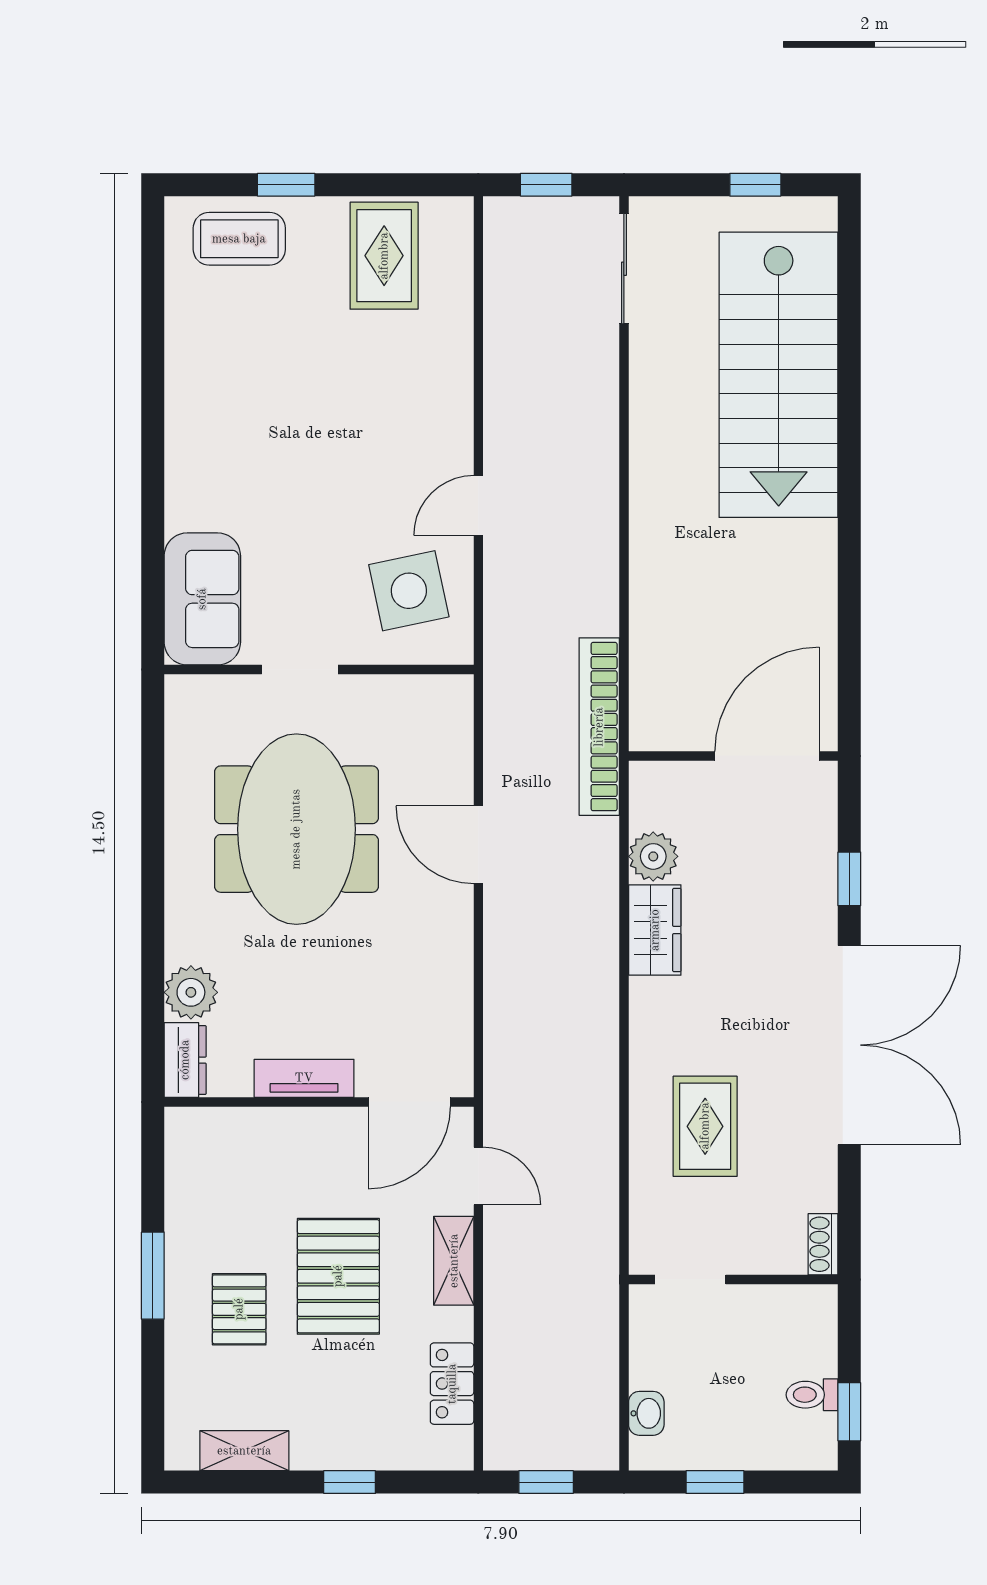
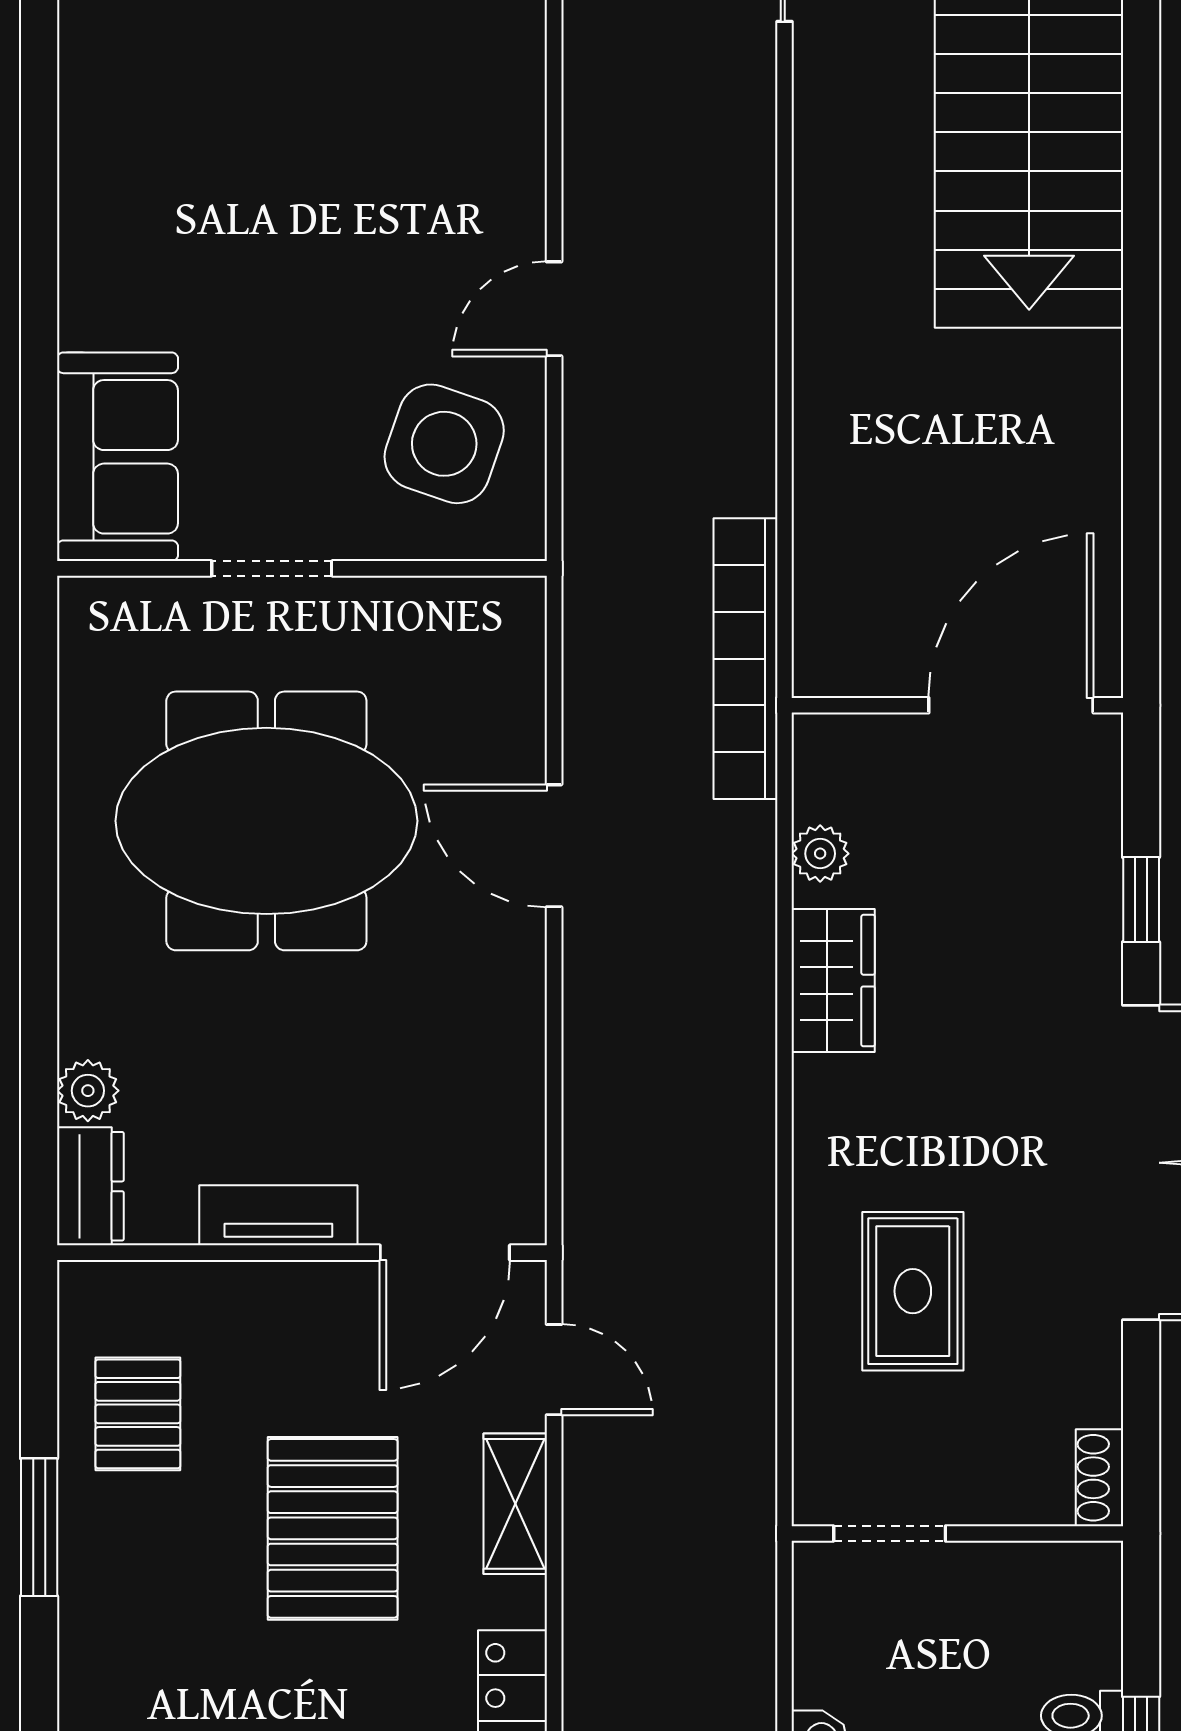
side table: (409, 591) -> (444, 444), turned 31
meeting table: (296, 829) -> (266, 821), turned 90
plant: (653, 856) -> (820, 854), width x0.73, depth x0.73
plant: (191, 992) -> (88, 1091), width x0.73, depth x0.73
pallet: (239, 1309) -> (138, 1414), moved

